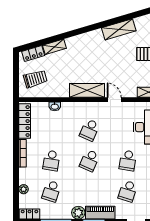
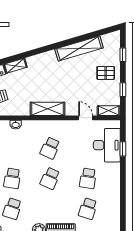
shelving: (119, 29) -> (79, 48), width x1.47
door: (114, 100) -> (86, 118), moved

